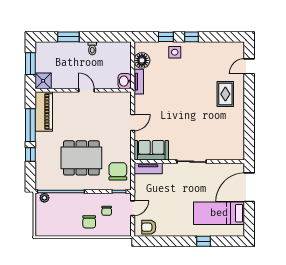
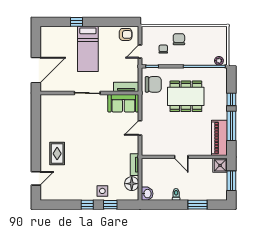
washbasin: (125, 81) -> (147, 194), moved
chair: (118, 171) -> (153, 84), turned -90
bed: (219, 213) -> (88, 49), moved, turned 90

